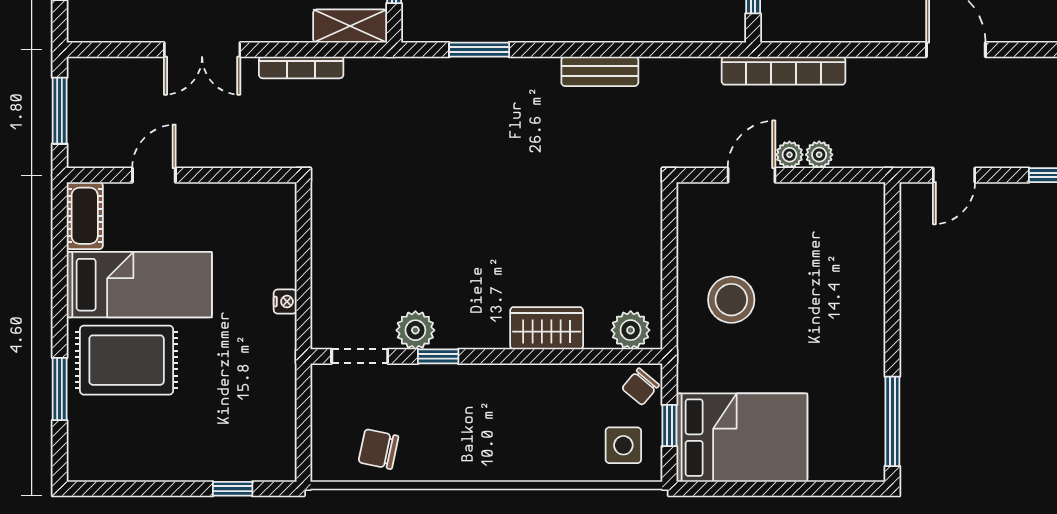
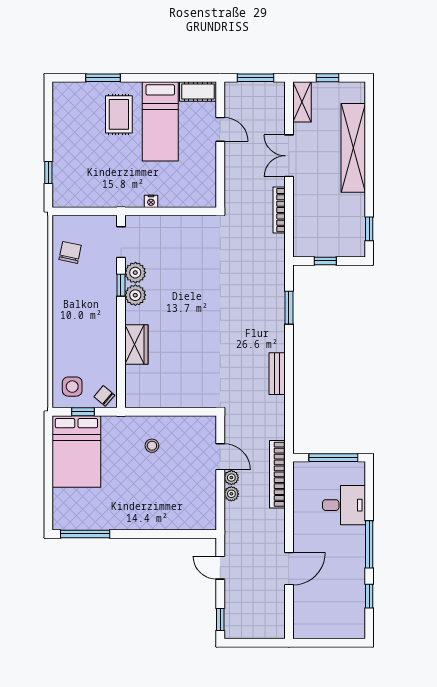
shelving: (350, 26) -> (302, 102), moved
stool: (731, 300) -> (152, 446), width x0.53, depth x0.53
plant: (631, 330) -> (135, 295), moved
rug: (127, 360) -> (119, 114), width x0.73, depth x0.70

